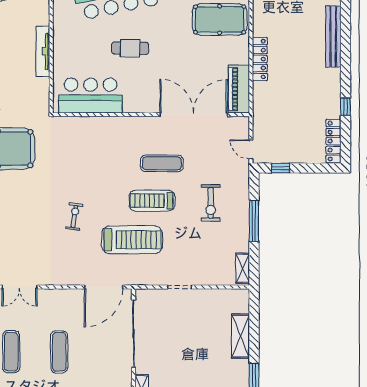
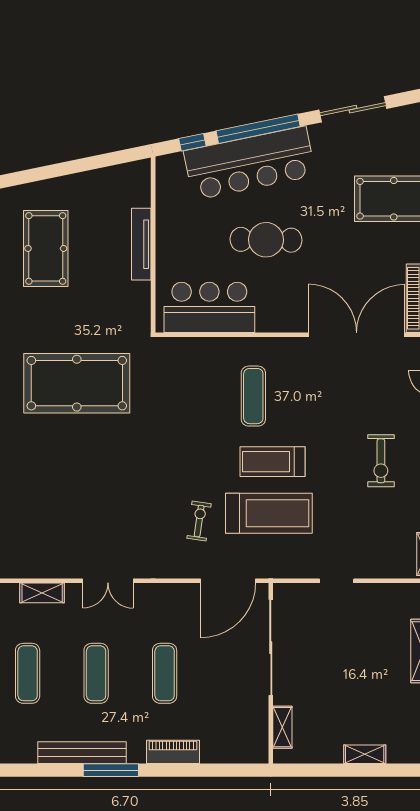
cafe table: (130, 48) -> (266, 240), width x1.37, depth x1.35
exercise mat: (162, 163) -> (253, 396), moved, turned 90
treadmill: (152, 201) -> (272, 462), moved
exercise bike: (74, 216) -> (199, 521), moved

